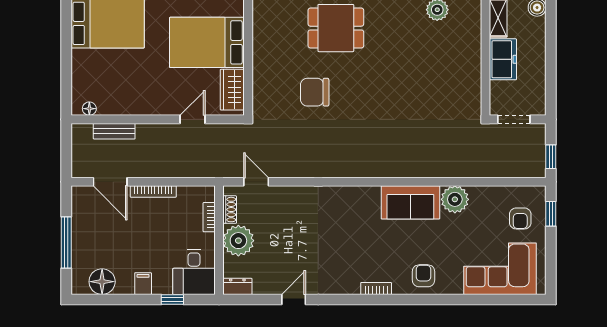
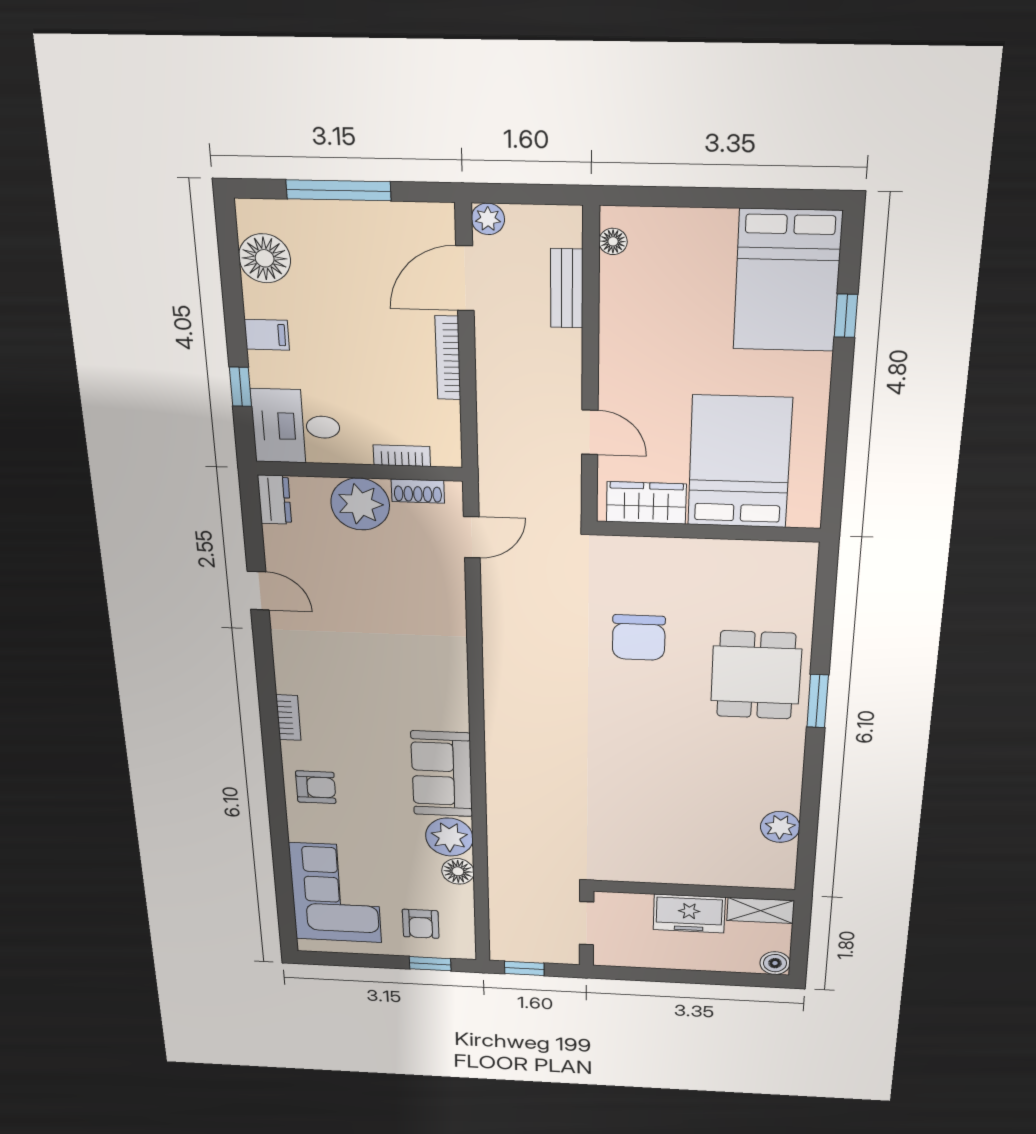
chair: (315, 92) -> (639, 638), turned 180
plant: (79, 170) -> (488, 219), added
floor lamp: (480, 195) -> (458, 871), added
armchair: (520, 218) -> (421, 924), turned -90

